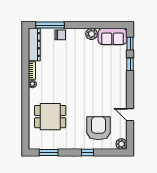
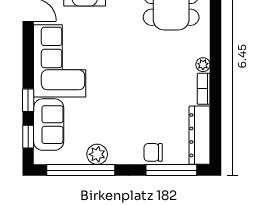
window: (101, 25) -> (81, 170), added
sofa: (113, 37) -> (49, 125), moved, turned 90
corner sofa: (112, 86) -> (60, 61), added

